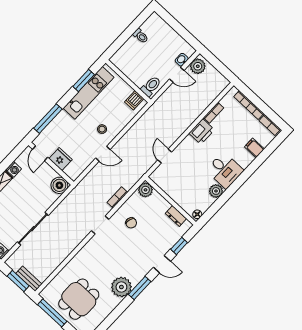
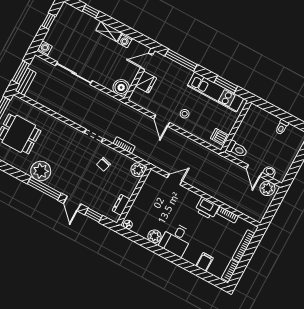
window: (140, 288) -> (44, 188), width x1.44

